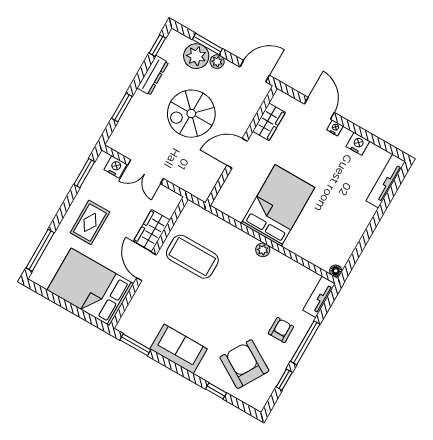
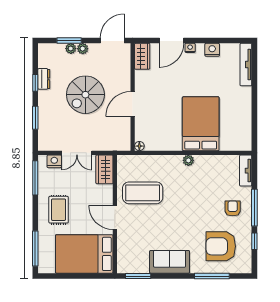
window: (157, 46) -> (35, 83), moved
plant: (196, 56) -> (71, 49), width x0.53, depth x0.53
dresser: (153, 75) -> (44, 79), width x0.70
door: (319, 108) -> (172, 40), swing flipped
wardrobe: (269, 122) -> (142, 56), moved
window: (84, 173) -> (35, 178), width x1.44
bed: (278, 205) -> (201, 124), moved
wardrobe: (152, 231) -> (104, 169), moved
floor lamp: (336, 271) -> (139, 146), moved
armchair: (244, 364) -> (221, 246), turned -31
window: (216, 391) -> (212, 276), width x2.17

